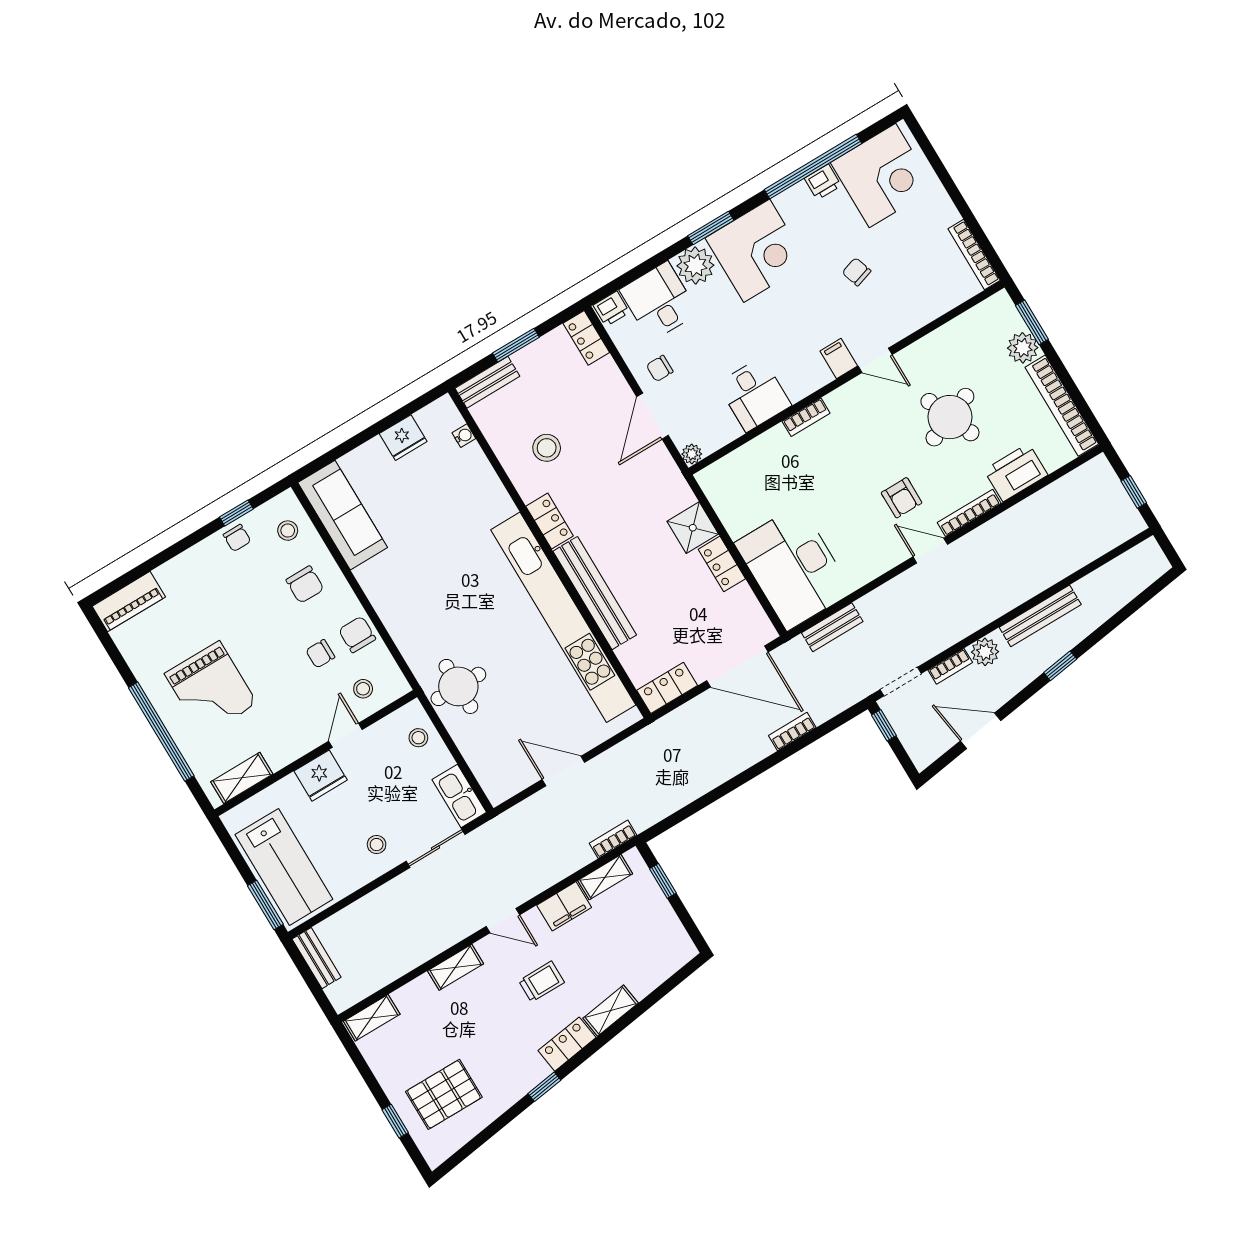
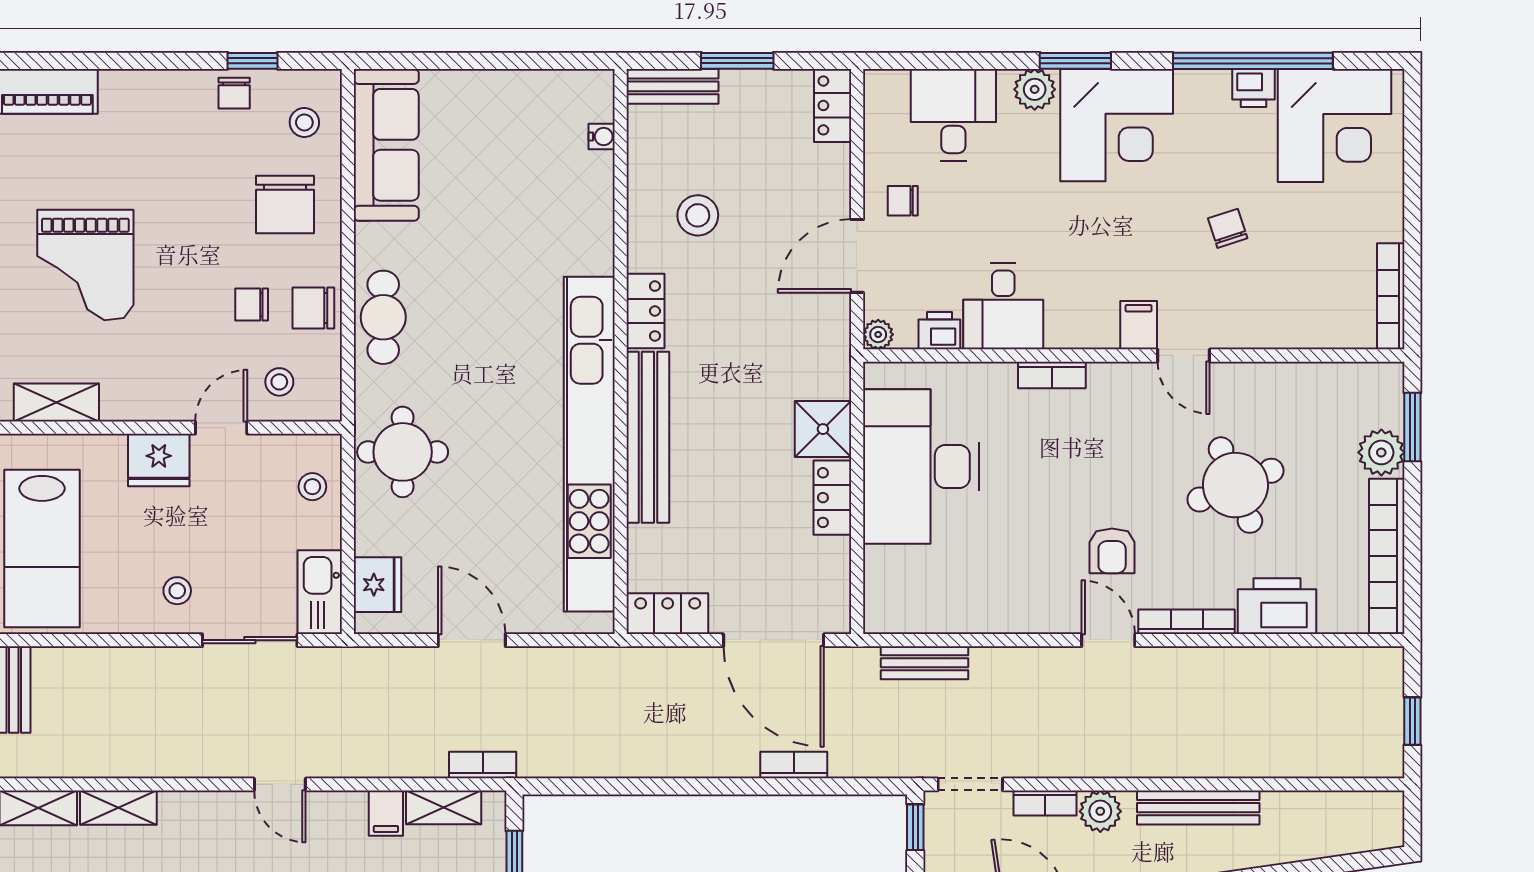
plant: (695, 265) -> (1035, 89), width x0.73, depth x0.73
printer: (611, 309) -> (939, 331), moved, turned 180
fridge: (403, 438) -> (378, 585), moved, turned -90
desk: (794, 567) -> (921, 467), moved
chair: (305, 585) -> (285, 205), width x1.37, depth x1.37
cafe table: (401, 616) -> (383, 317), added
chair: (357, 634) -> (313, 308), turned -90
filing cabinet: (564, 906) -> (386, 813), width x0.50
shelving: (456, 967) -> (118, 808), moved

